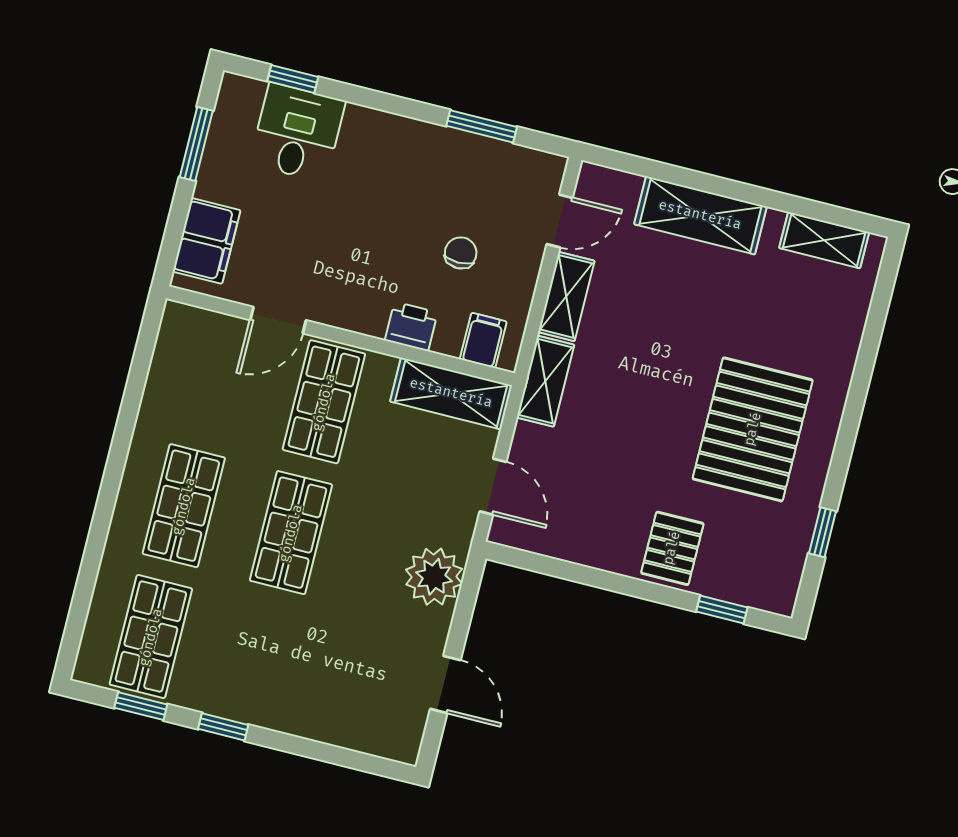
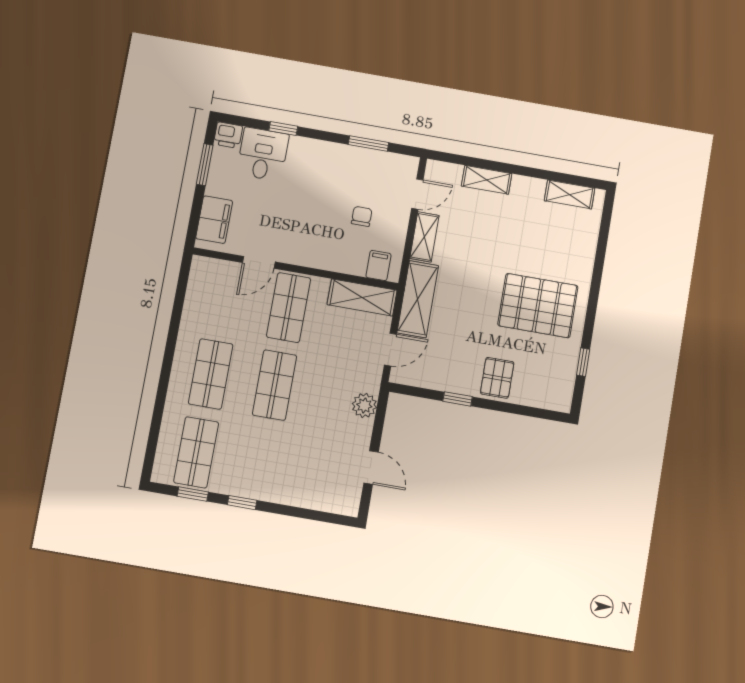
window: (293, 79) -> (283, 128), moved
shelving: (700, 215) -> (487, 180), width x0.67, depth x0.75
printer: (411, 326) -> (228, 135), moved, turned 180
shelving: (545, 381) -> (418, 299), width x1.50, depth x1.33
pallet: (753, 429) -> (538, 306), turned 90
door: (493, 487) -> (390, 350), hinge flipped
plant: (434, 577) -> (364, 405), width x0.73, depth x0.73
window: (722, 609) -> (458, 399), moved

